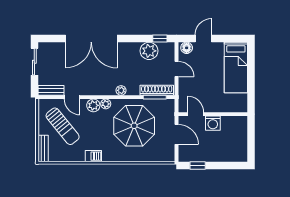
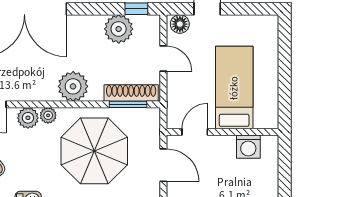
bed: (236, 68) -> (234, 88), moved, turned 180
plant: (121, 90) -> (73, 86), width x1.87, depth x1.87
door: (196, 114) -> (195, 132), hinge flipped
washing machine: (213, 123) -> (248, 147), moved

